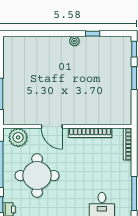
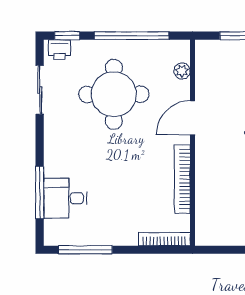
plant: (18, 137) -> (182, 71), width x0.53, depth x0.53

